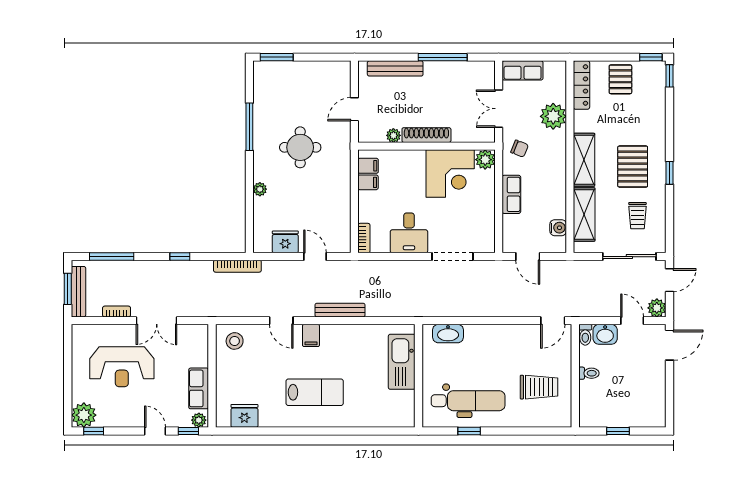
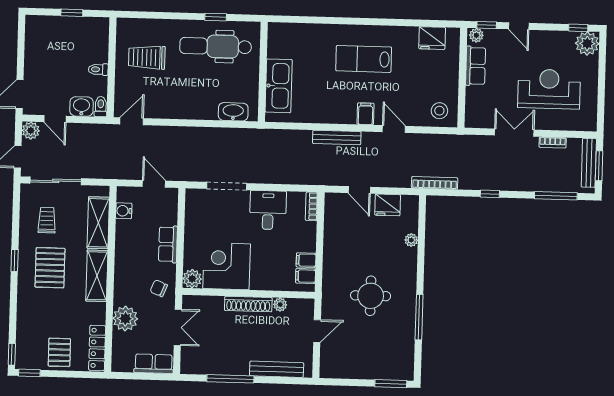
plant: (260, 189) -> (411, 240), moved

